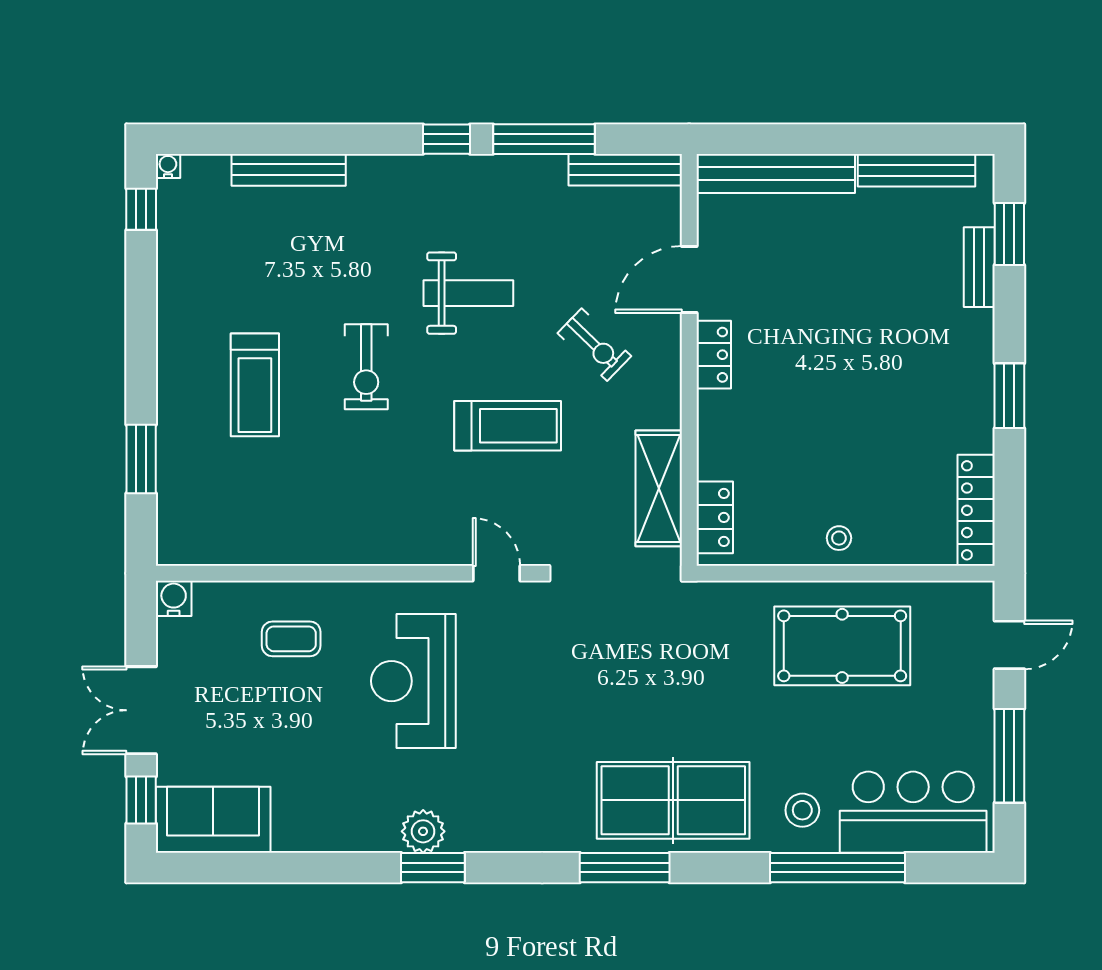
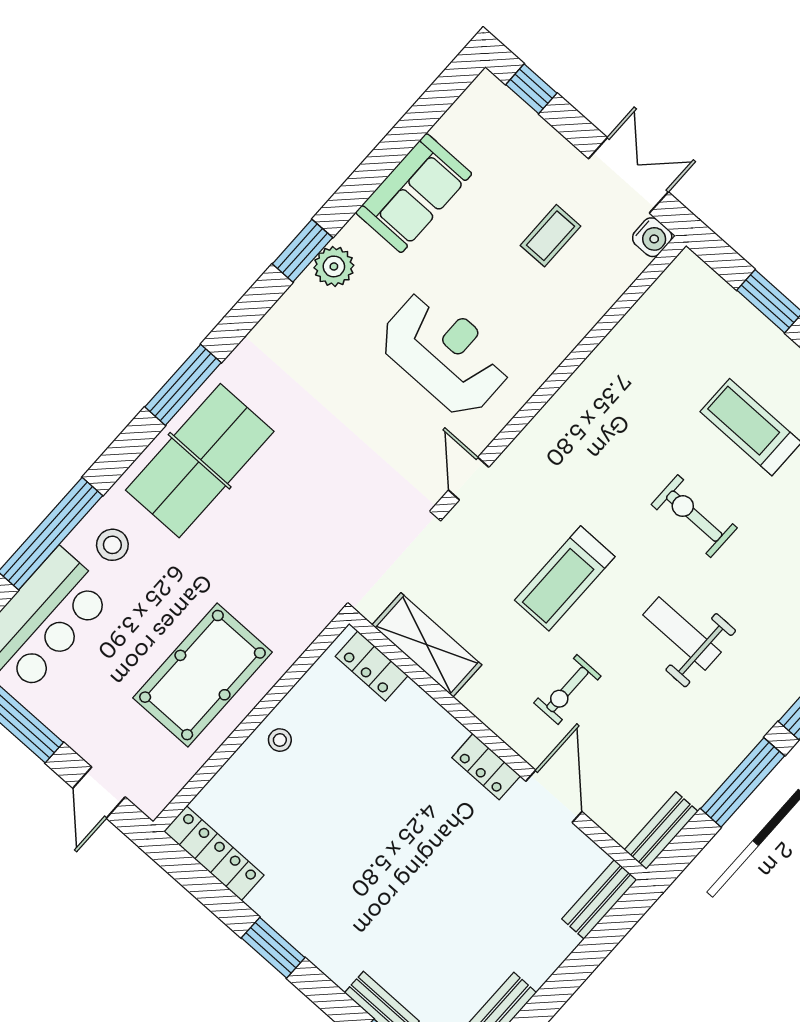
bench: (625, 170) -> (661, 831), width x0.73
bench: (776, 174) -> (599, 899), width x0.54, depth x0.82
weight bench: (468, 293) -> (682, 634), turned 90
exercise bike: (594, 345) -> (567, 689), turned -44
door: (496, 573) -> (469, 479), swing flipped
coffee table: (291, 639) -> (550, 236), moved
double door: (141, 710) -> (628, 175), moved
sofa: (213, 820) -> (414, 193), moved

